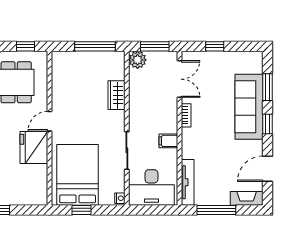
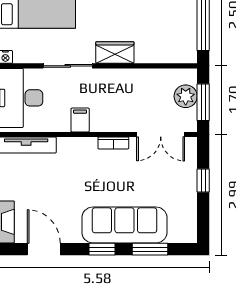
plant: (138, 60) -> (186, 96), moved
wardrobe: (117, 95) -> (115, 52), moved

